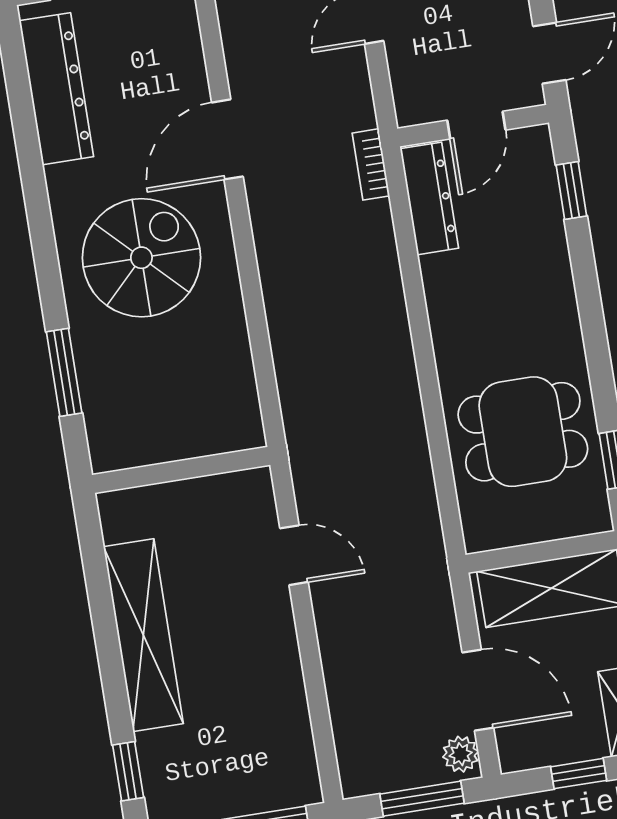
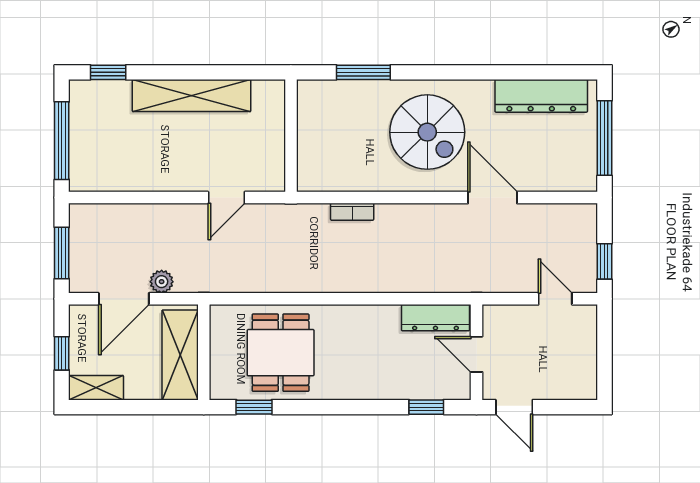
bookcase: (371, 164) -> (352, 212), moved, turned 180
plant: (461, 754) -> (162, 282), moved

